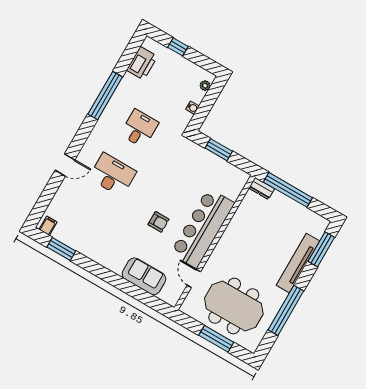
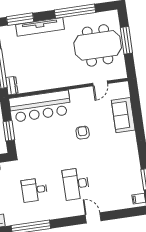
bar counter: (202, 228) -> (40, 106), moved
meeting table: (234, 306) -> (98, 45), turned 90

